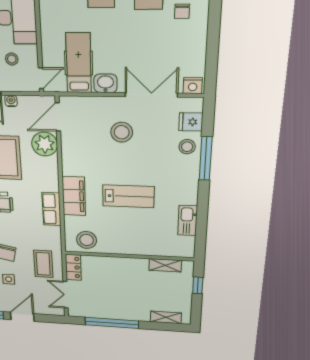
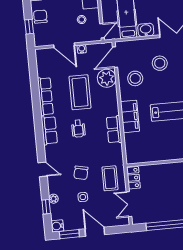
stool: (87, 240) -> (135, 78), moved
door: (22, 317) -> (95, 232), hinge flipped

